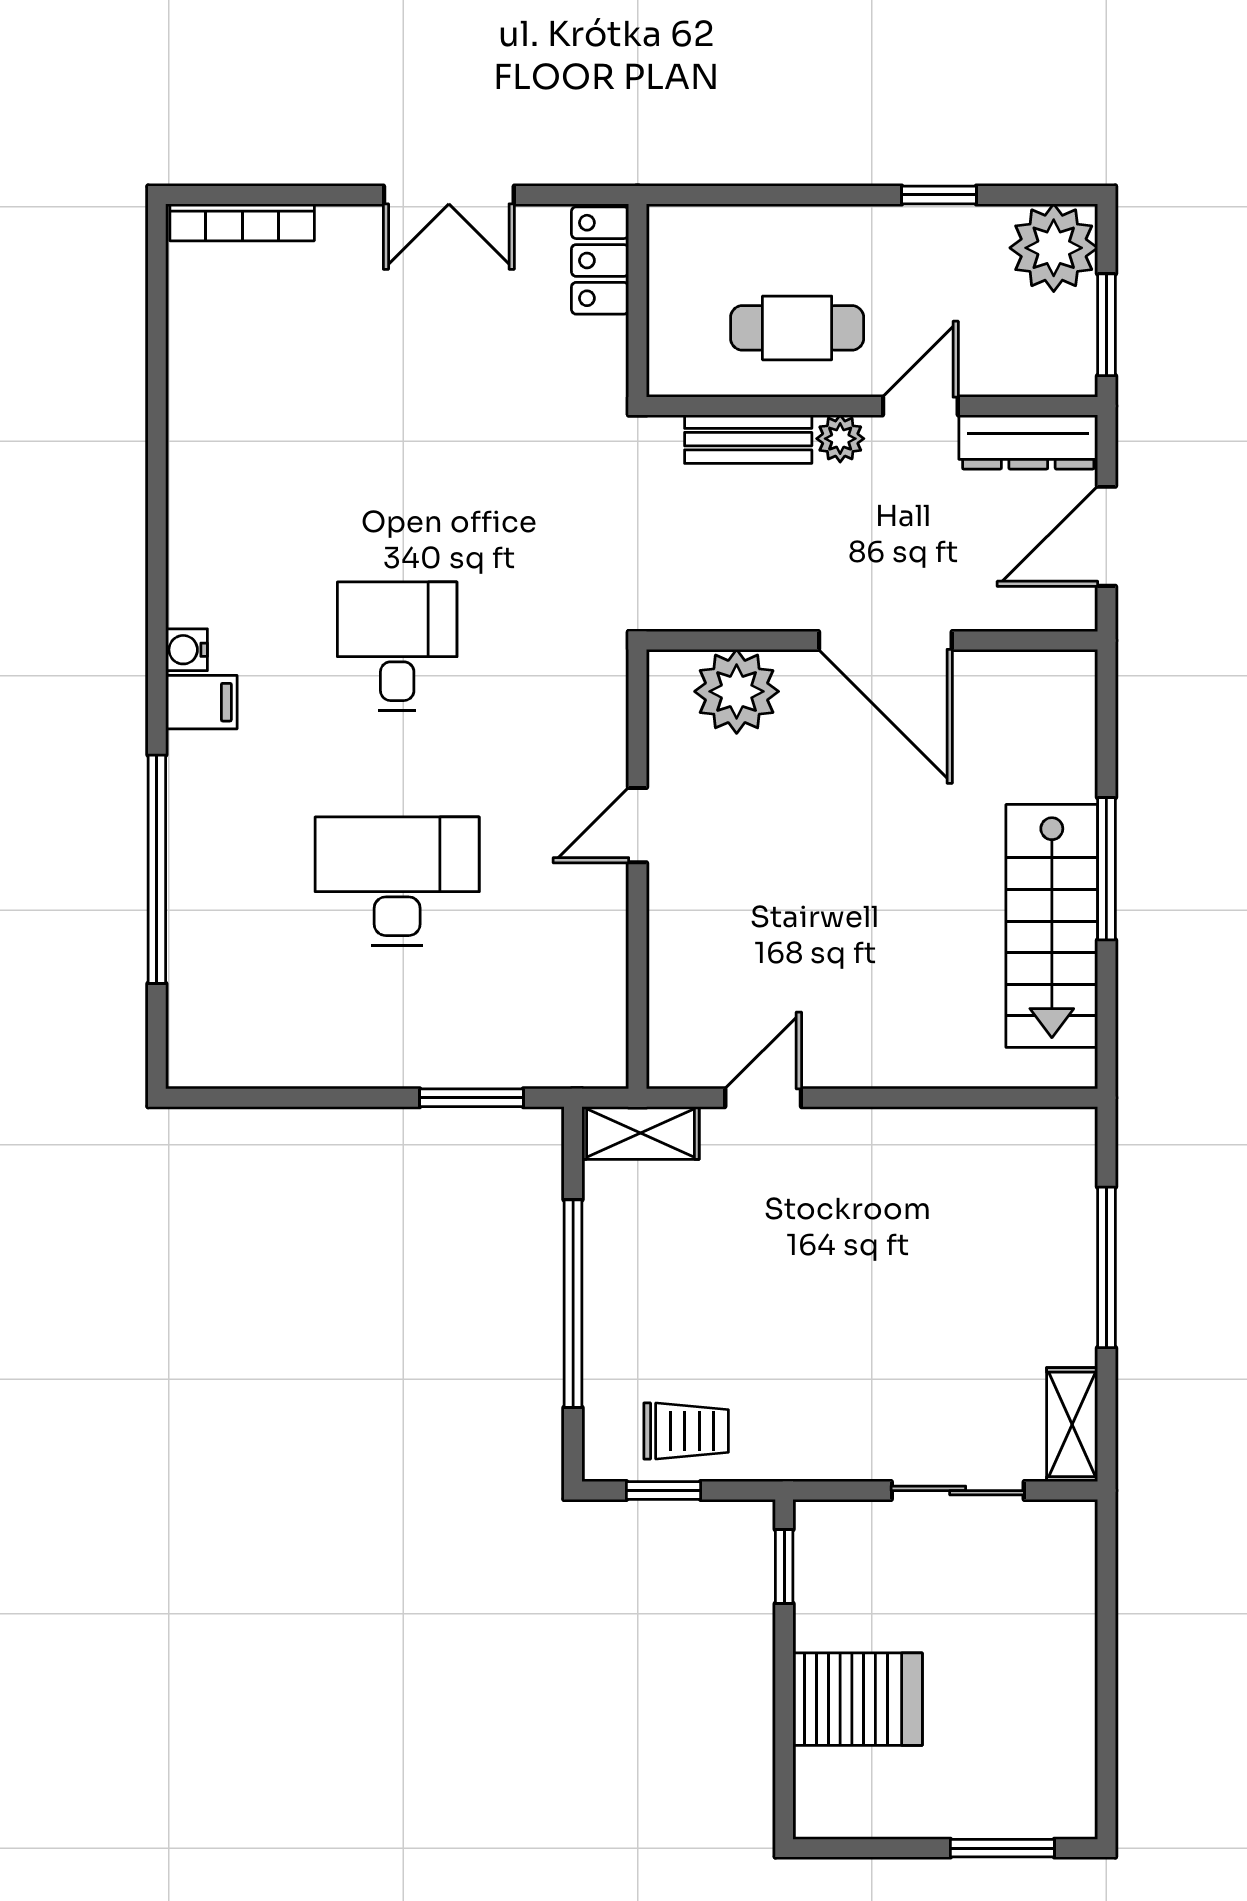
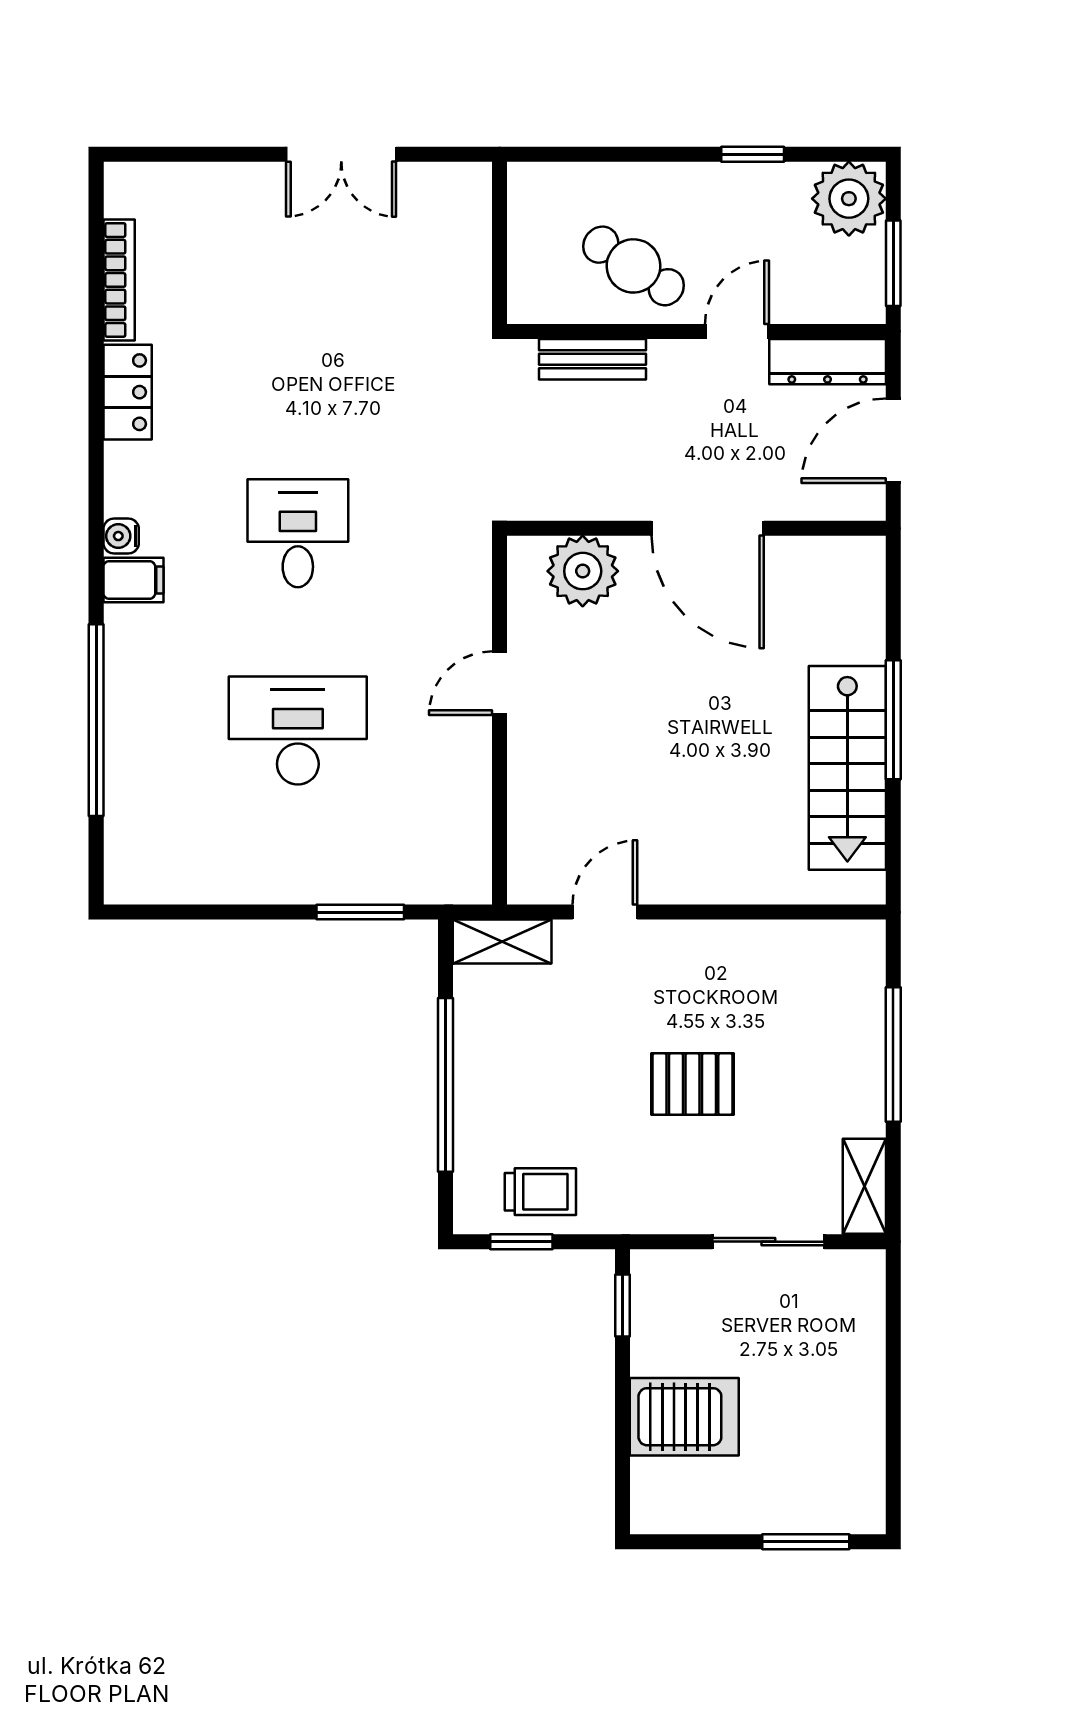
bookcase: (242, 222) -> (119, 280), moved, turned -90
locker: (600, 260) -> (128, 392), moved, turned 180
cafe table: (797, 328) -> (634, 266), turned 33
plant: (840, 439) -> (670, 359), removed
pallet: (867, 1303) -> (692, 1084), added

